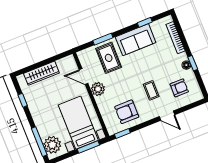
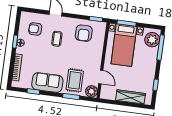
plant: (98, 89) -> (92, 91), moved
armchair: (127, 112) -> (84, 33), turned 90

